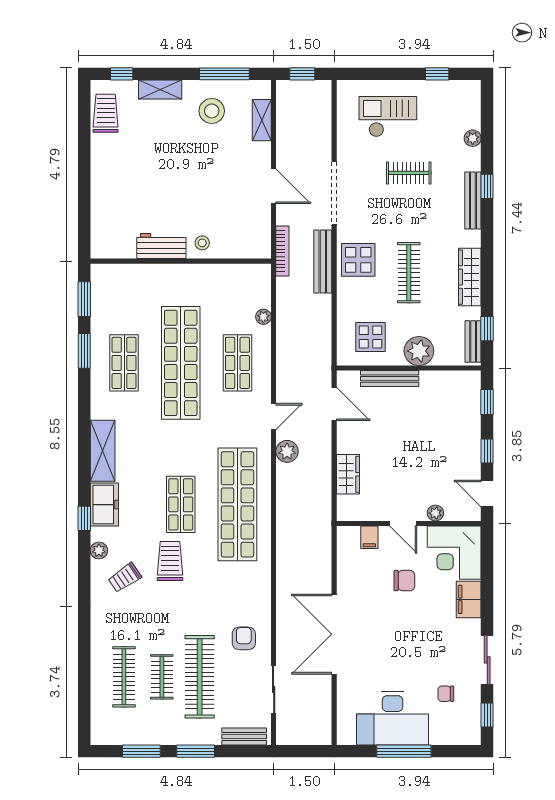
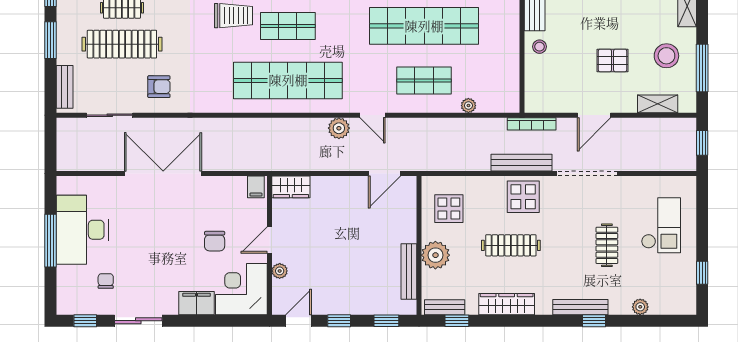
pallet: (217, 167) -> (613, 60), added
bench: (390, 379) -> (409, 272), moved
wardrobe: (348, 474) -> (291, 187), moved
filing cabinet: (369, 537) -> (256, 187), moved, turned -90

